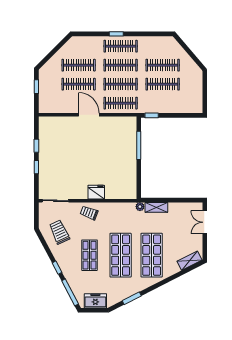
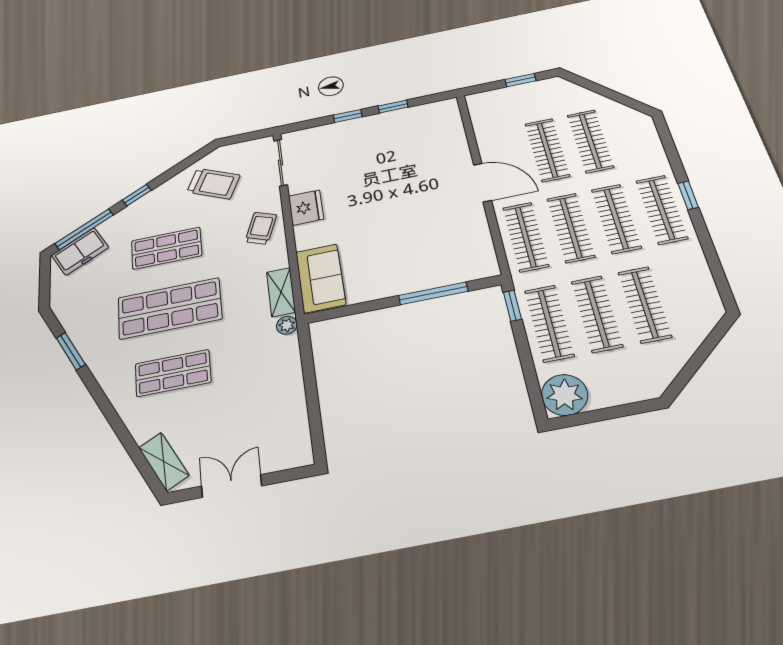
clothes rail: (163, 103) -> (549, 323), added
plant: (194, 105) -> (565, 395), added
door: (89, 115) -> (482, 183), hinge flipped
sofa: (121, 190) -> (321, 278), added
fridge: (96, 192) -> (306, 208), moved
shelving: (156, 207) -> (281, 292), moved
double door: (205, 222) -> (232, 486), moved
trolley: (59, 232) -> (213, 184), turned 50
shop shelf: (152, 255) -> (173, 373), width x0.70, depth x0.74
freezer: (95, 301) -> (80, 251), moved, turned 62

